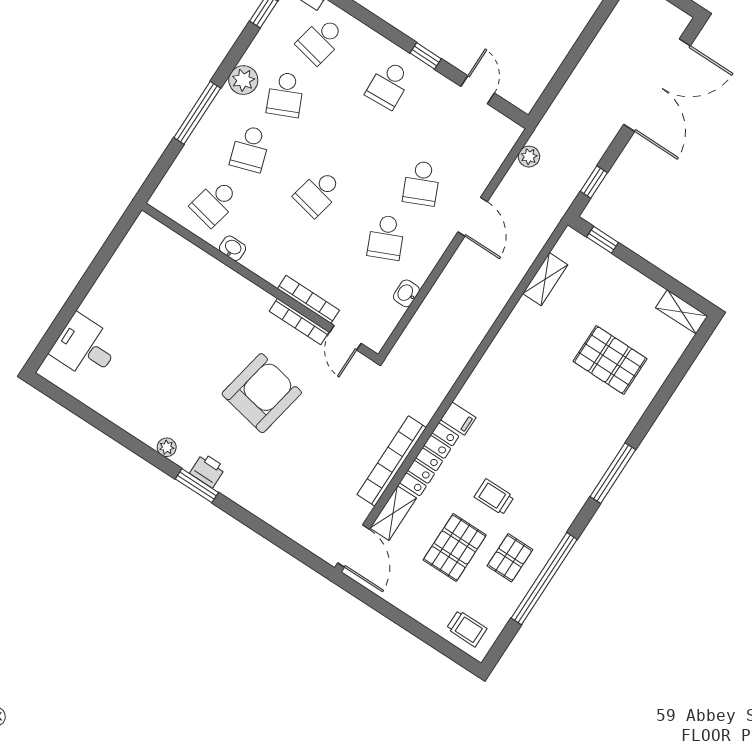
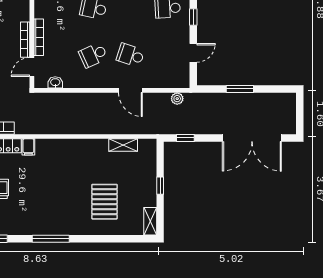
window: (574, 56) -> (240, 89), added
school desk: (421, 183) -> (130, 55), turned 42
door: (473, 217) -> (130, 90), hinge flipped
window: (603, 240) -> (160, 186), moved
washbasin: (406, 293) -> (55, 82), moved

